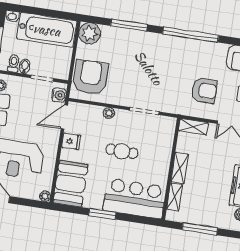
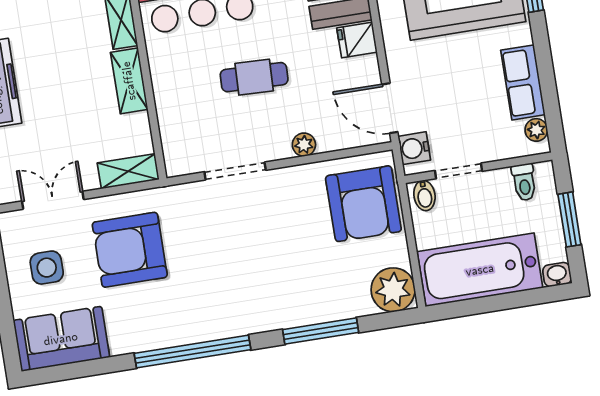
bidet: (25, 66) -> (424, 195), moved
armchair: (204, 90) -> (130, 250), width x1.36, depth x1.36
door: (64, 117) -> (390, 108), swing flipped
fridge: (71, 141) -> (357, 40), moved

